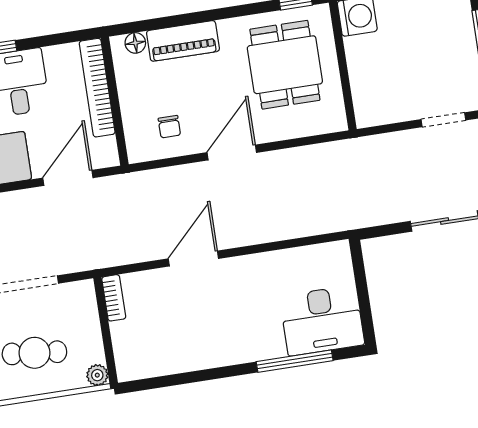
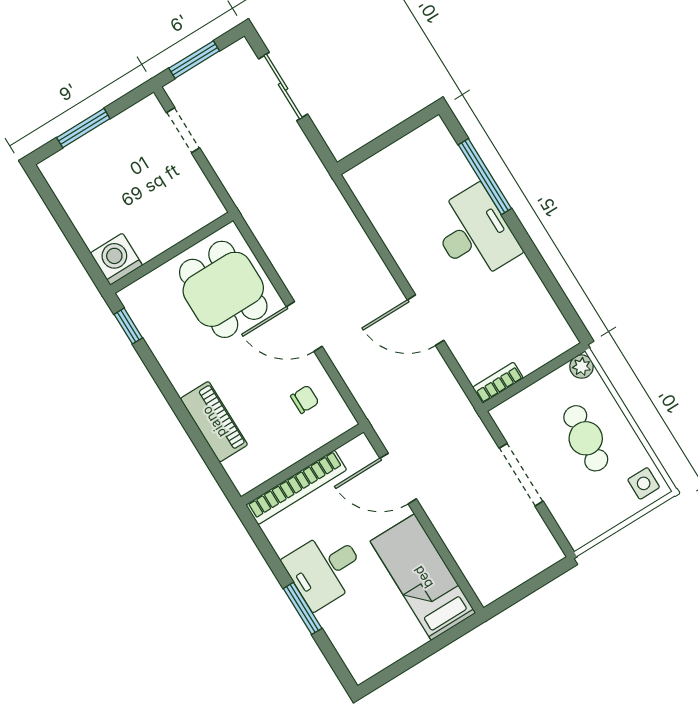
floor lamp: (135, 43) -> (236, 468), removed
dining table: (285, 65) -> (223, 289), moved, turned 90
desk: (322, 320) -> (474, 234), moved

